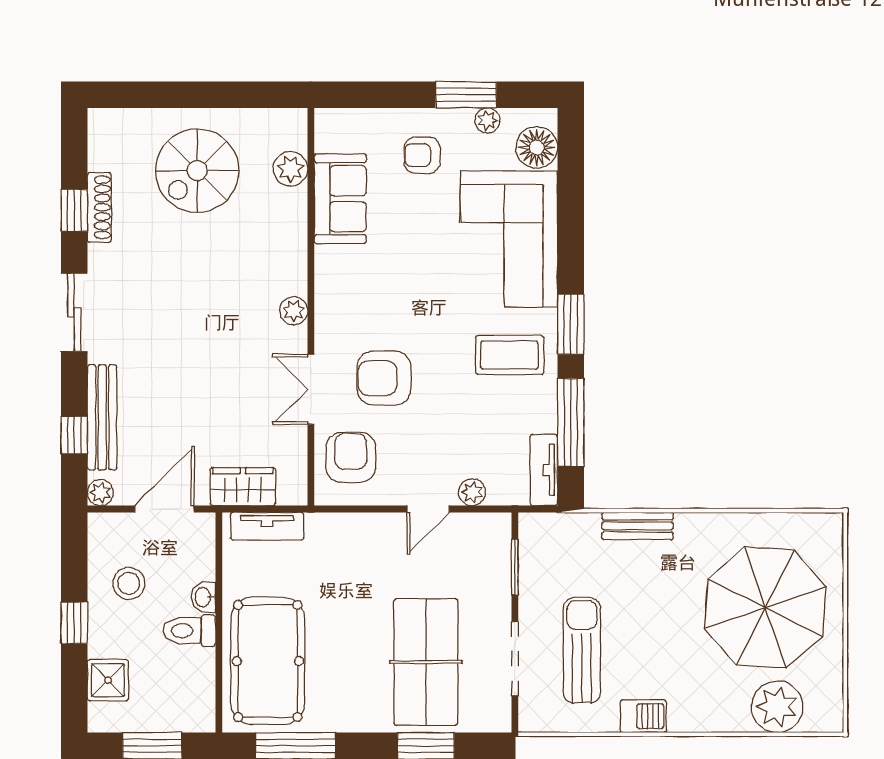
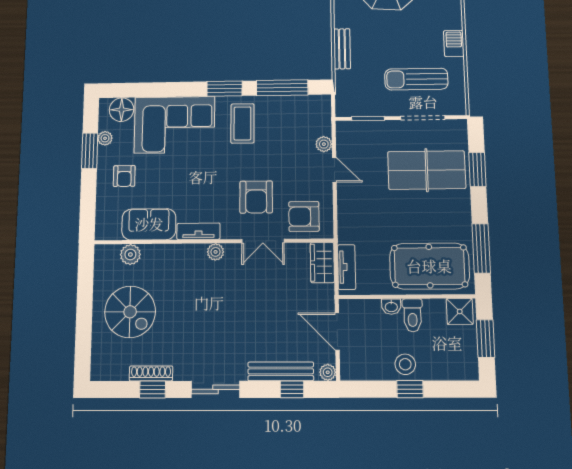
tv unit: (544, 470) -> (198, 231), moved, turned 180
wardrobe: (243, 487) -> (322, 263), moved
stool: (129, 583) -> (405, 364), moved
shower: (108, 680) -> (460, 311), moved

